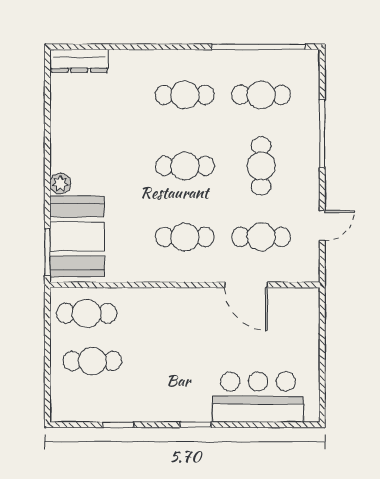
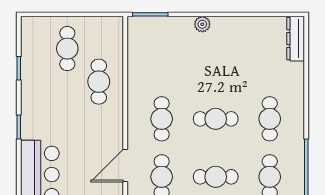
cafe table: (185, 166) -> (216, 119), turned 90
booth: (77, 236) -> (162, 37), removed
cafe table: (87, 313) -> (99, 82), moved

